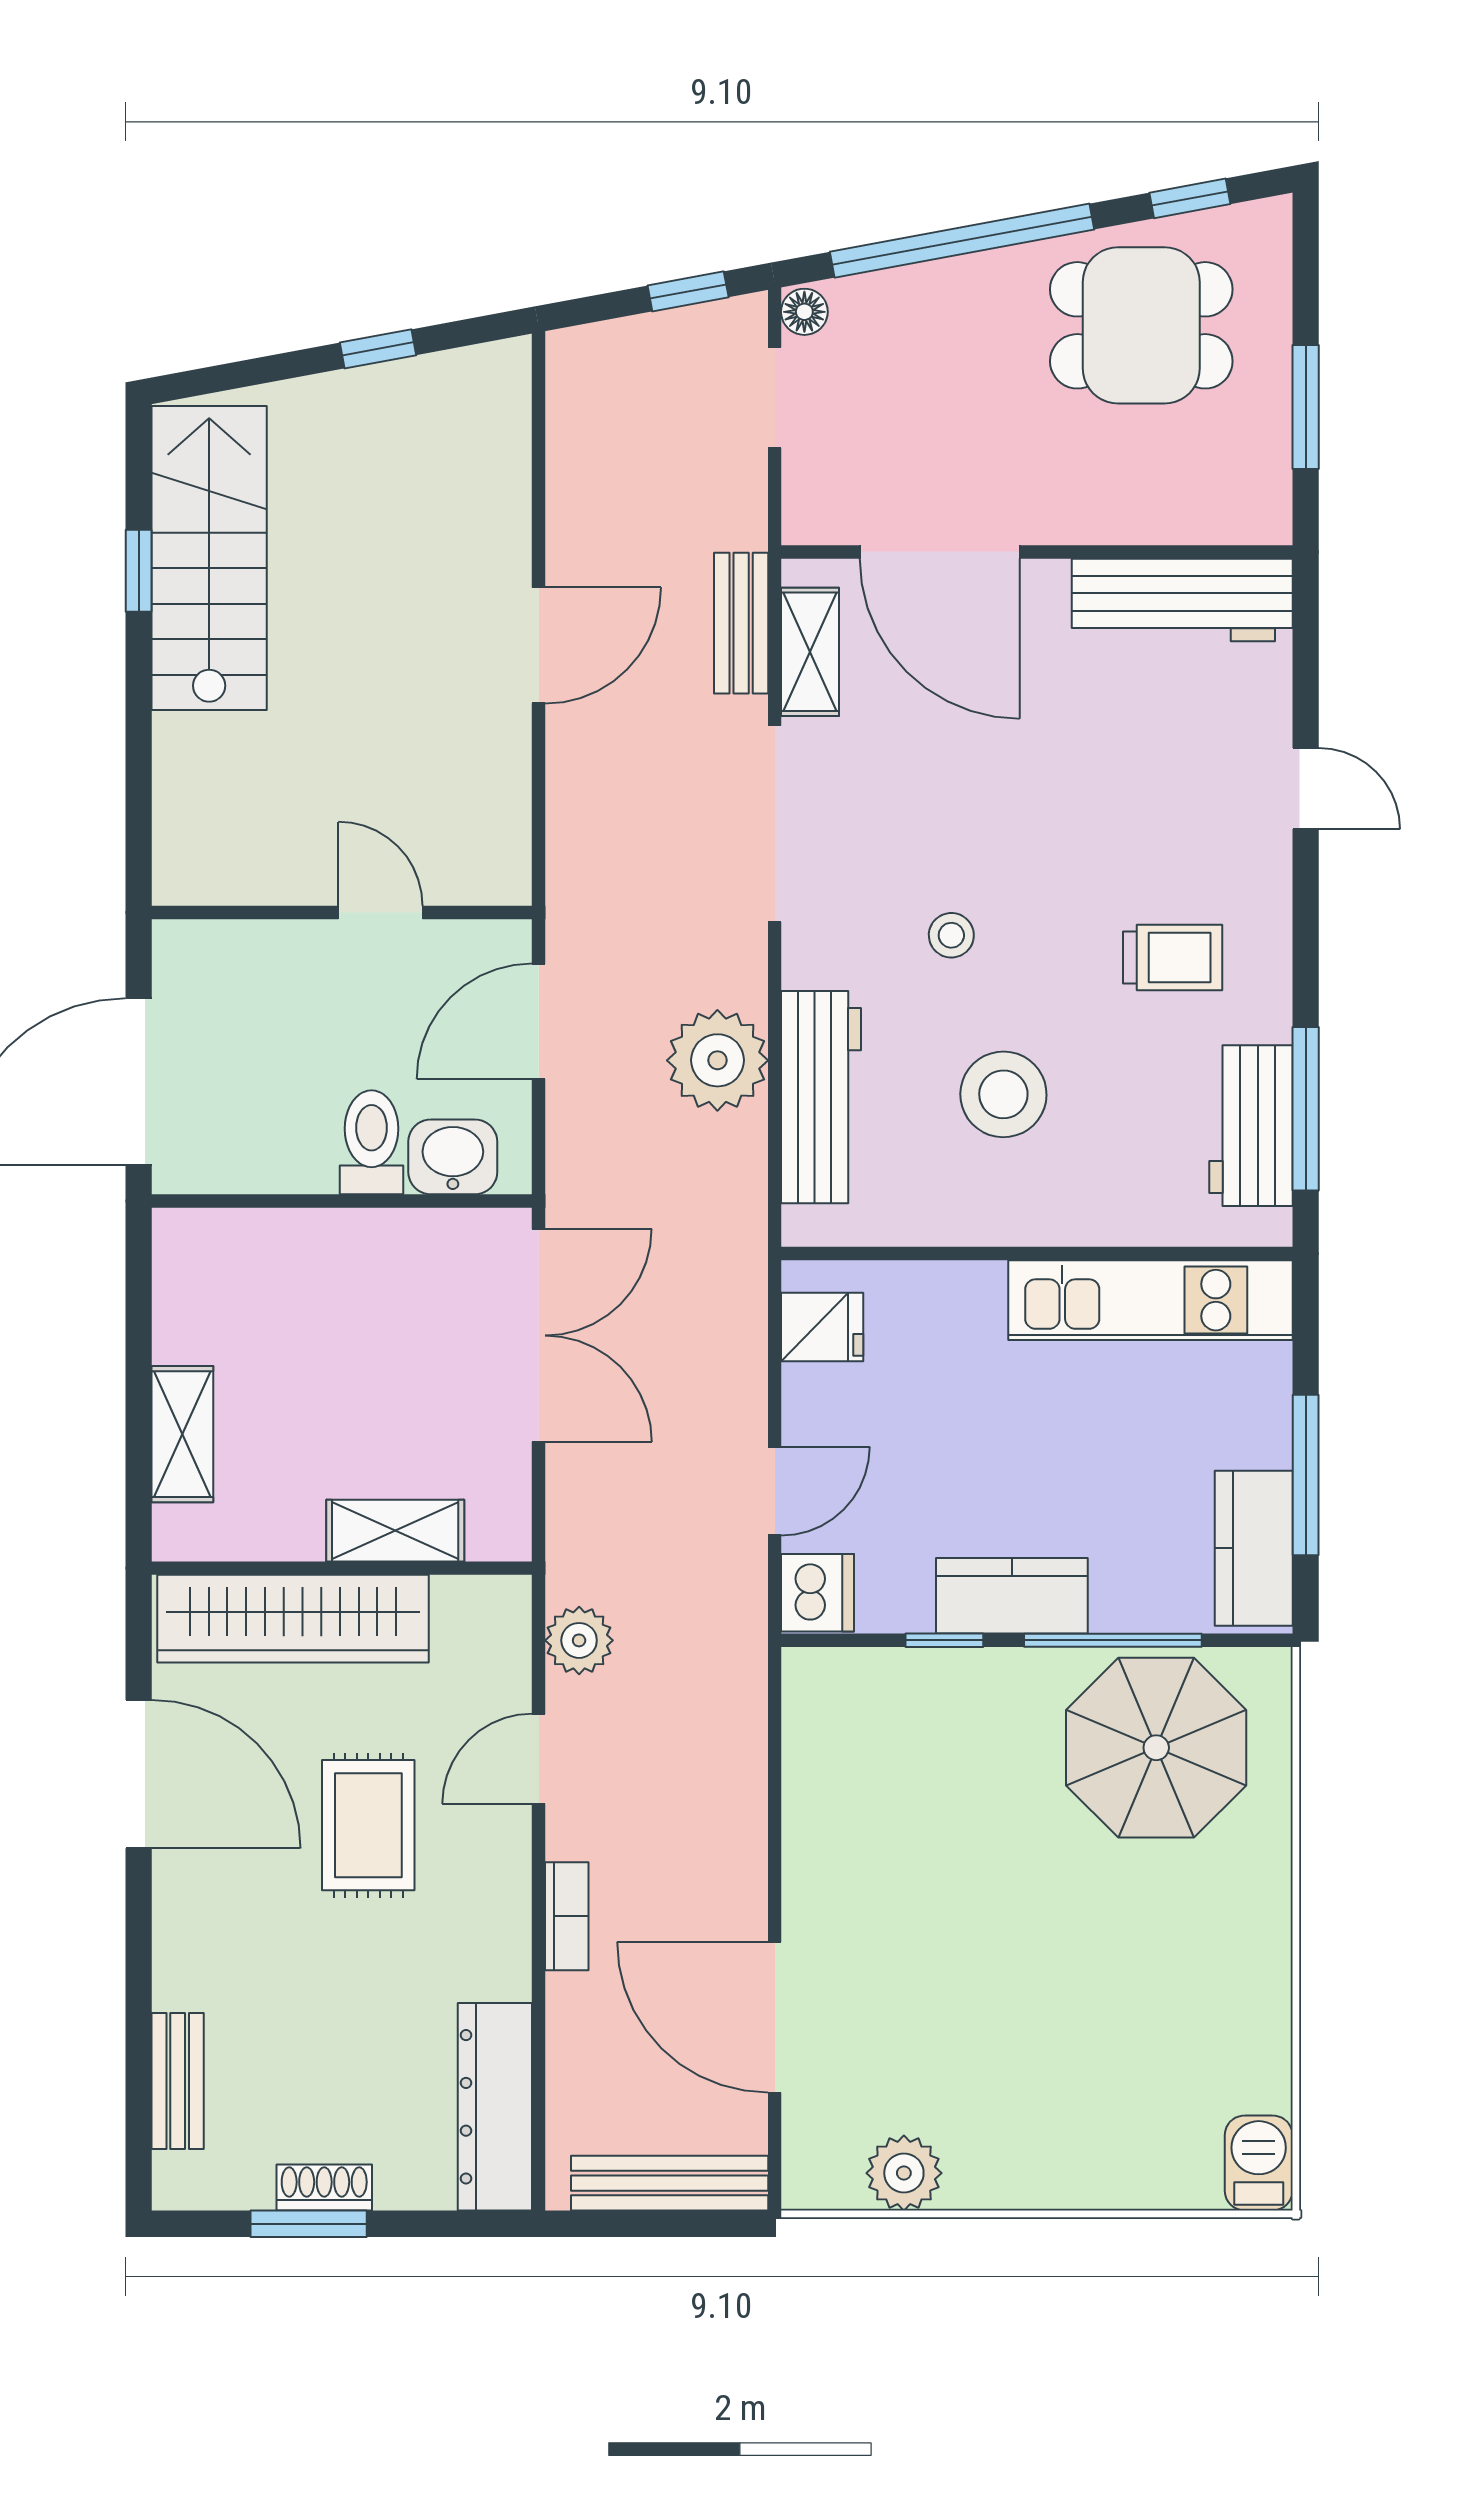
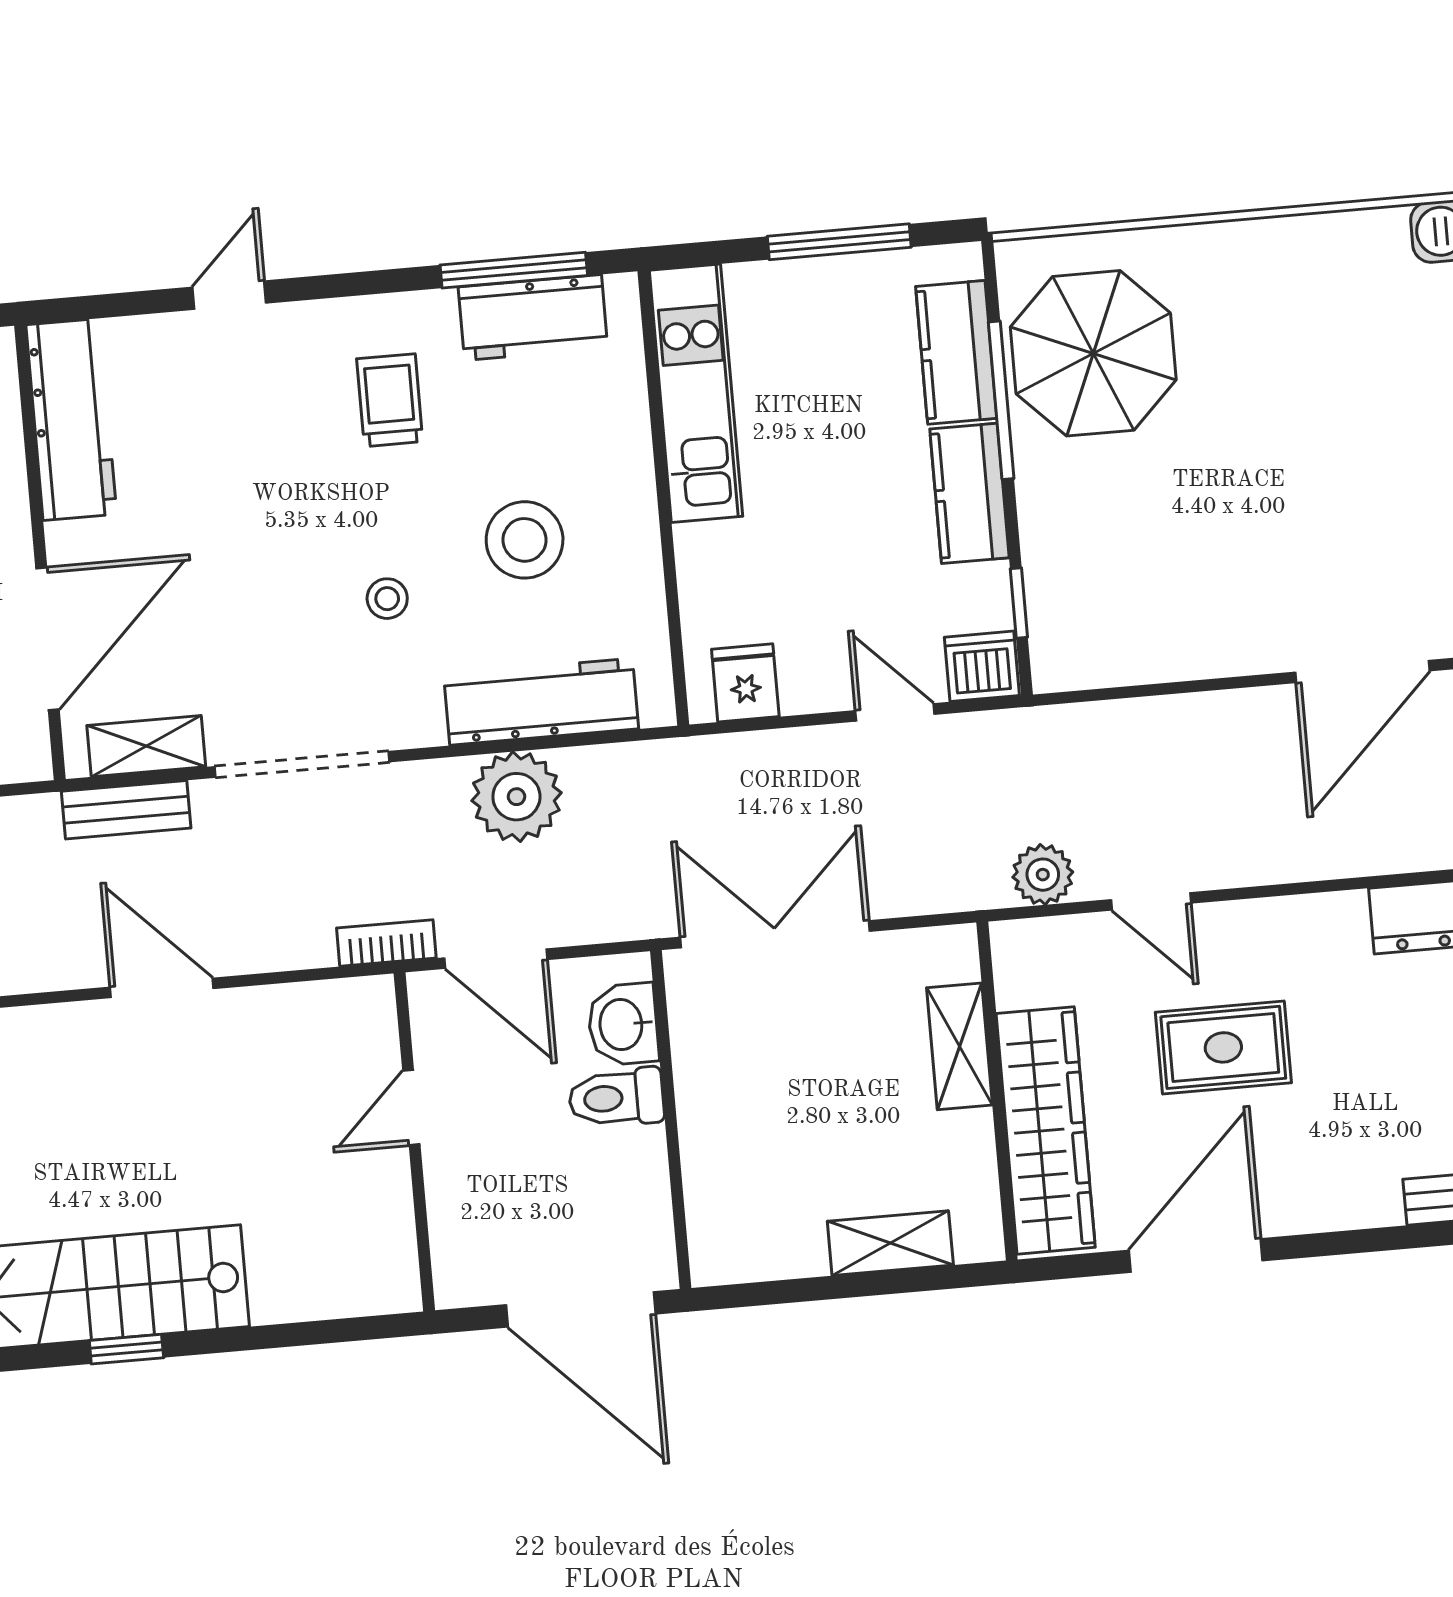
kitchen counter: (1254, 1548) -> (956, 352), moved, turned 90
window: (944, 1640) -> (1019, 603), moved
bookcase: (567, 1916) -> (386, 943), moved

